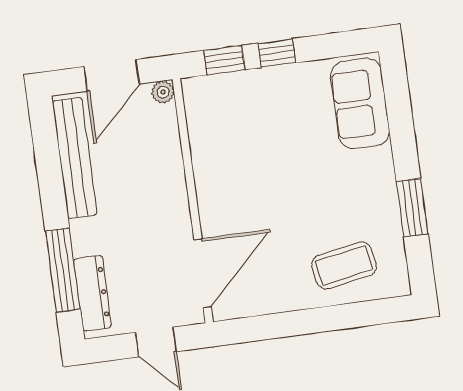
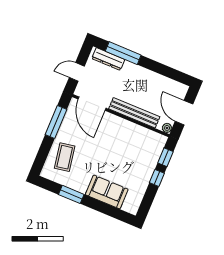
sofa: (360, 103) -> (107, 192), moved
bench: (75, 158) -> (134, 113), moved
window: (283, 325) -> (56, 122), added

